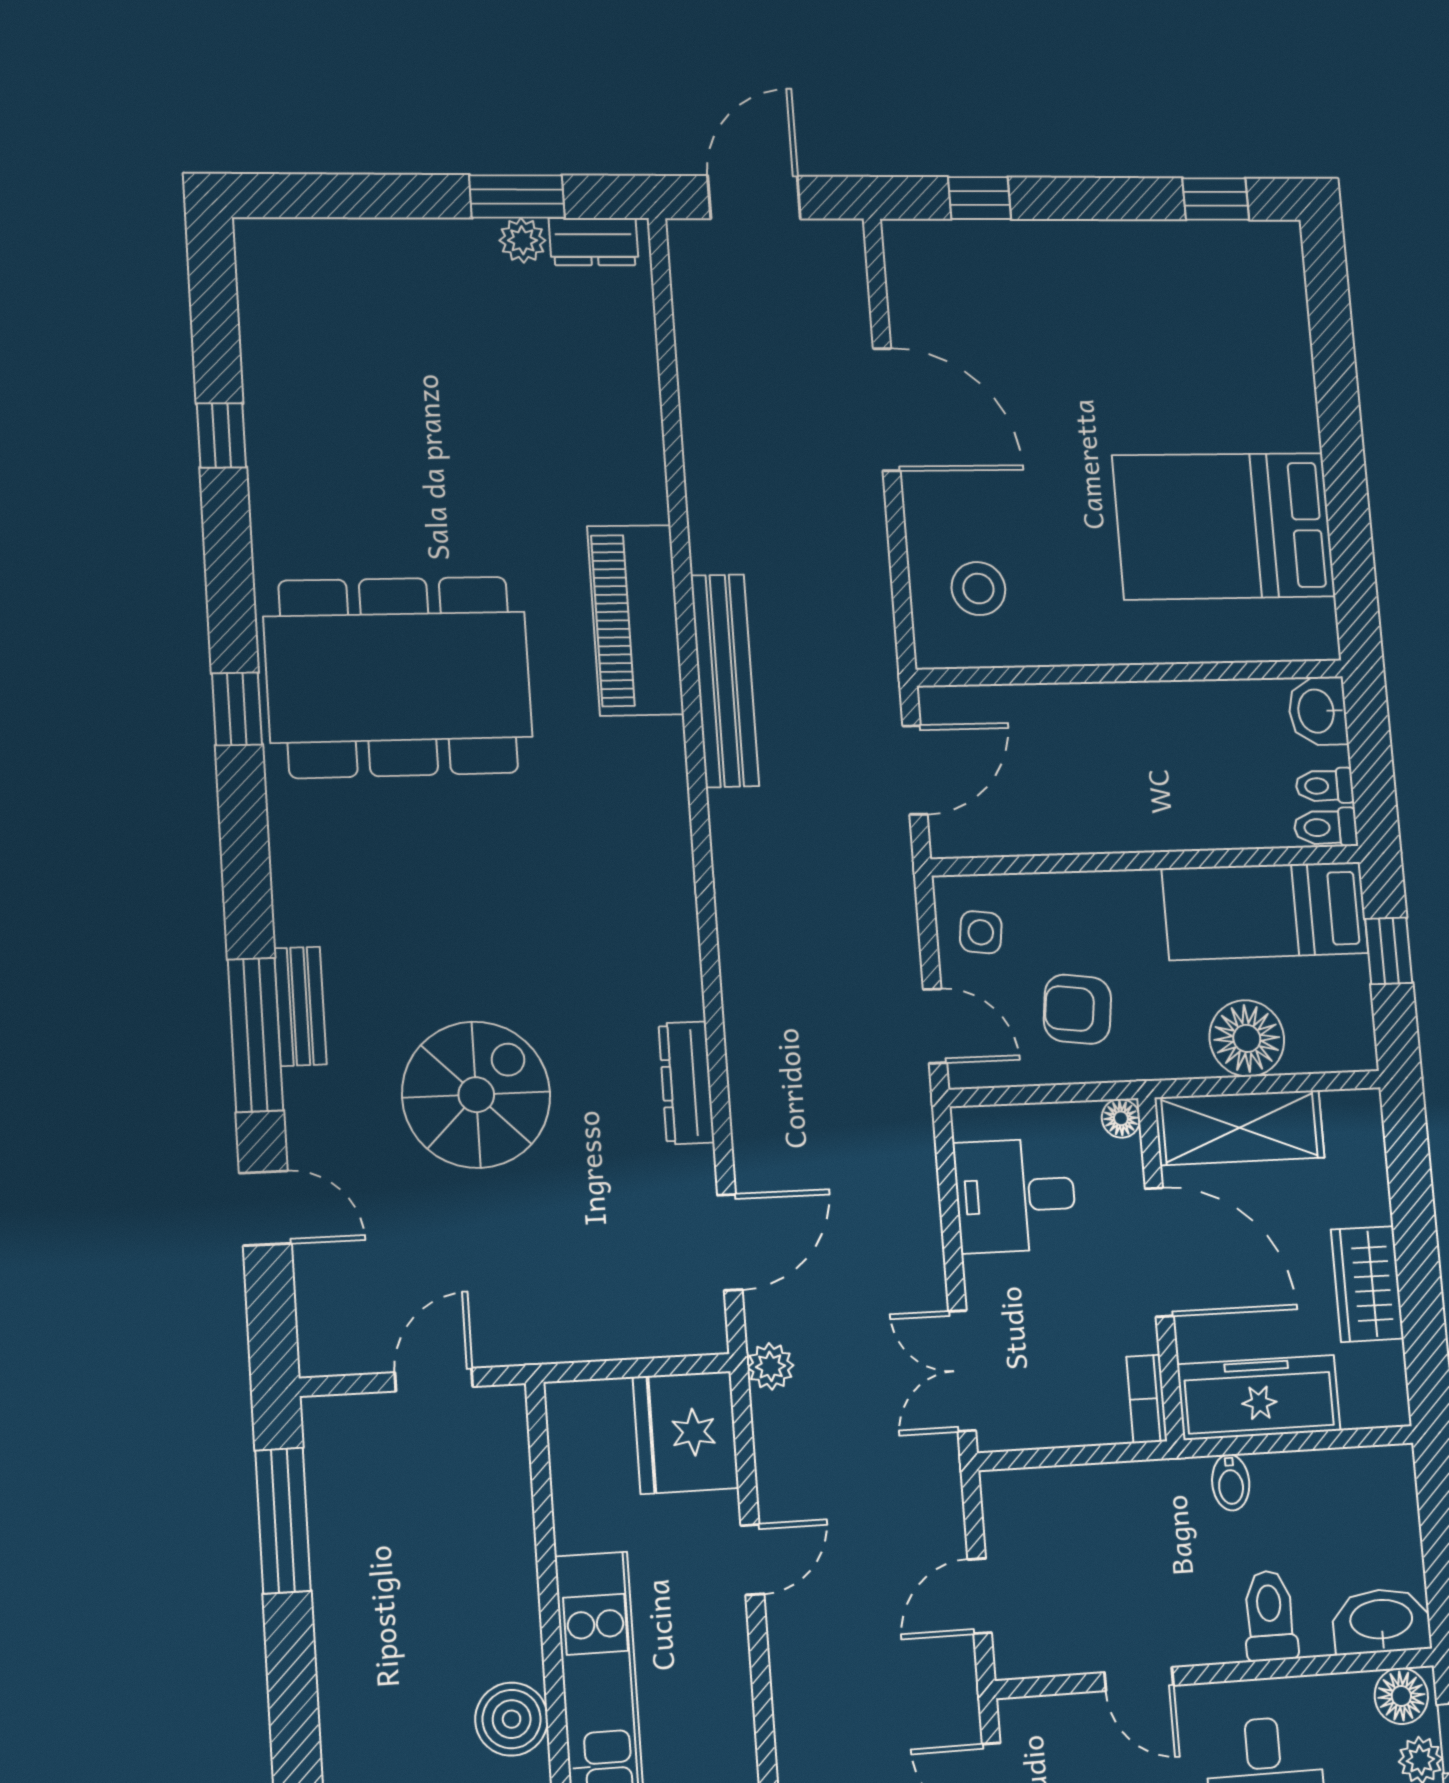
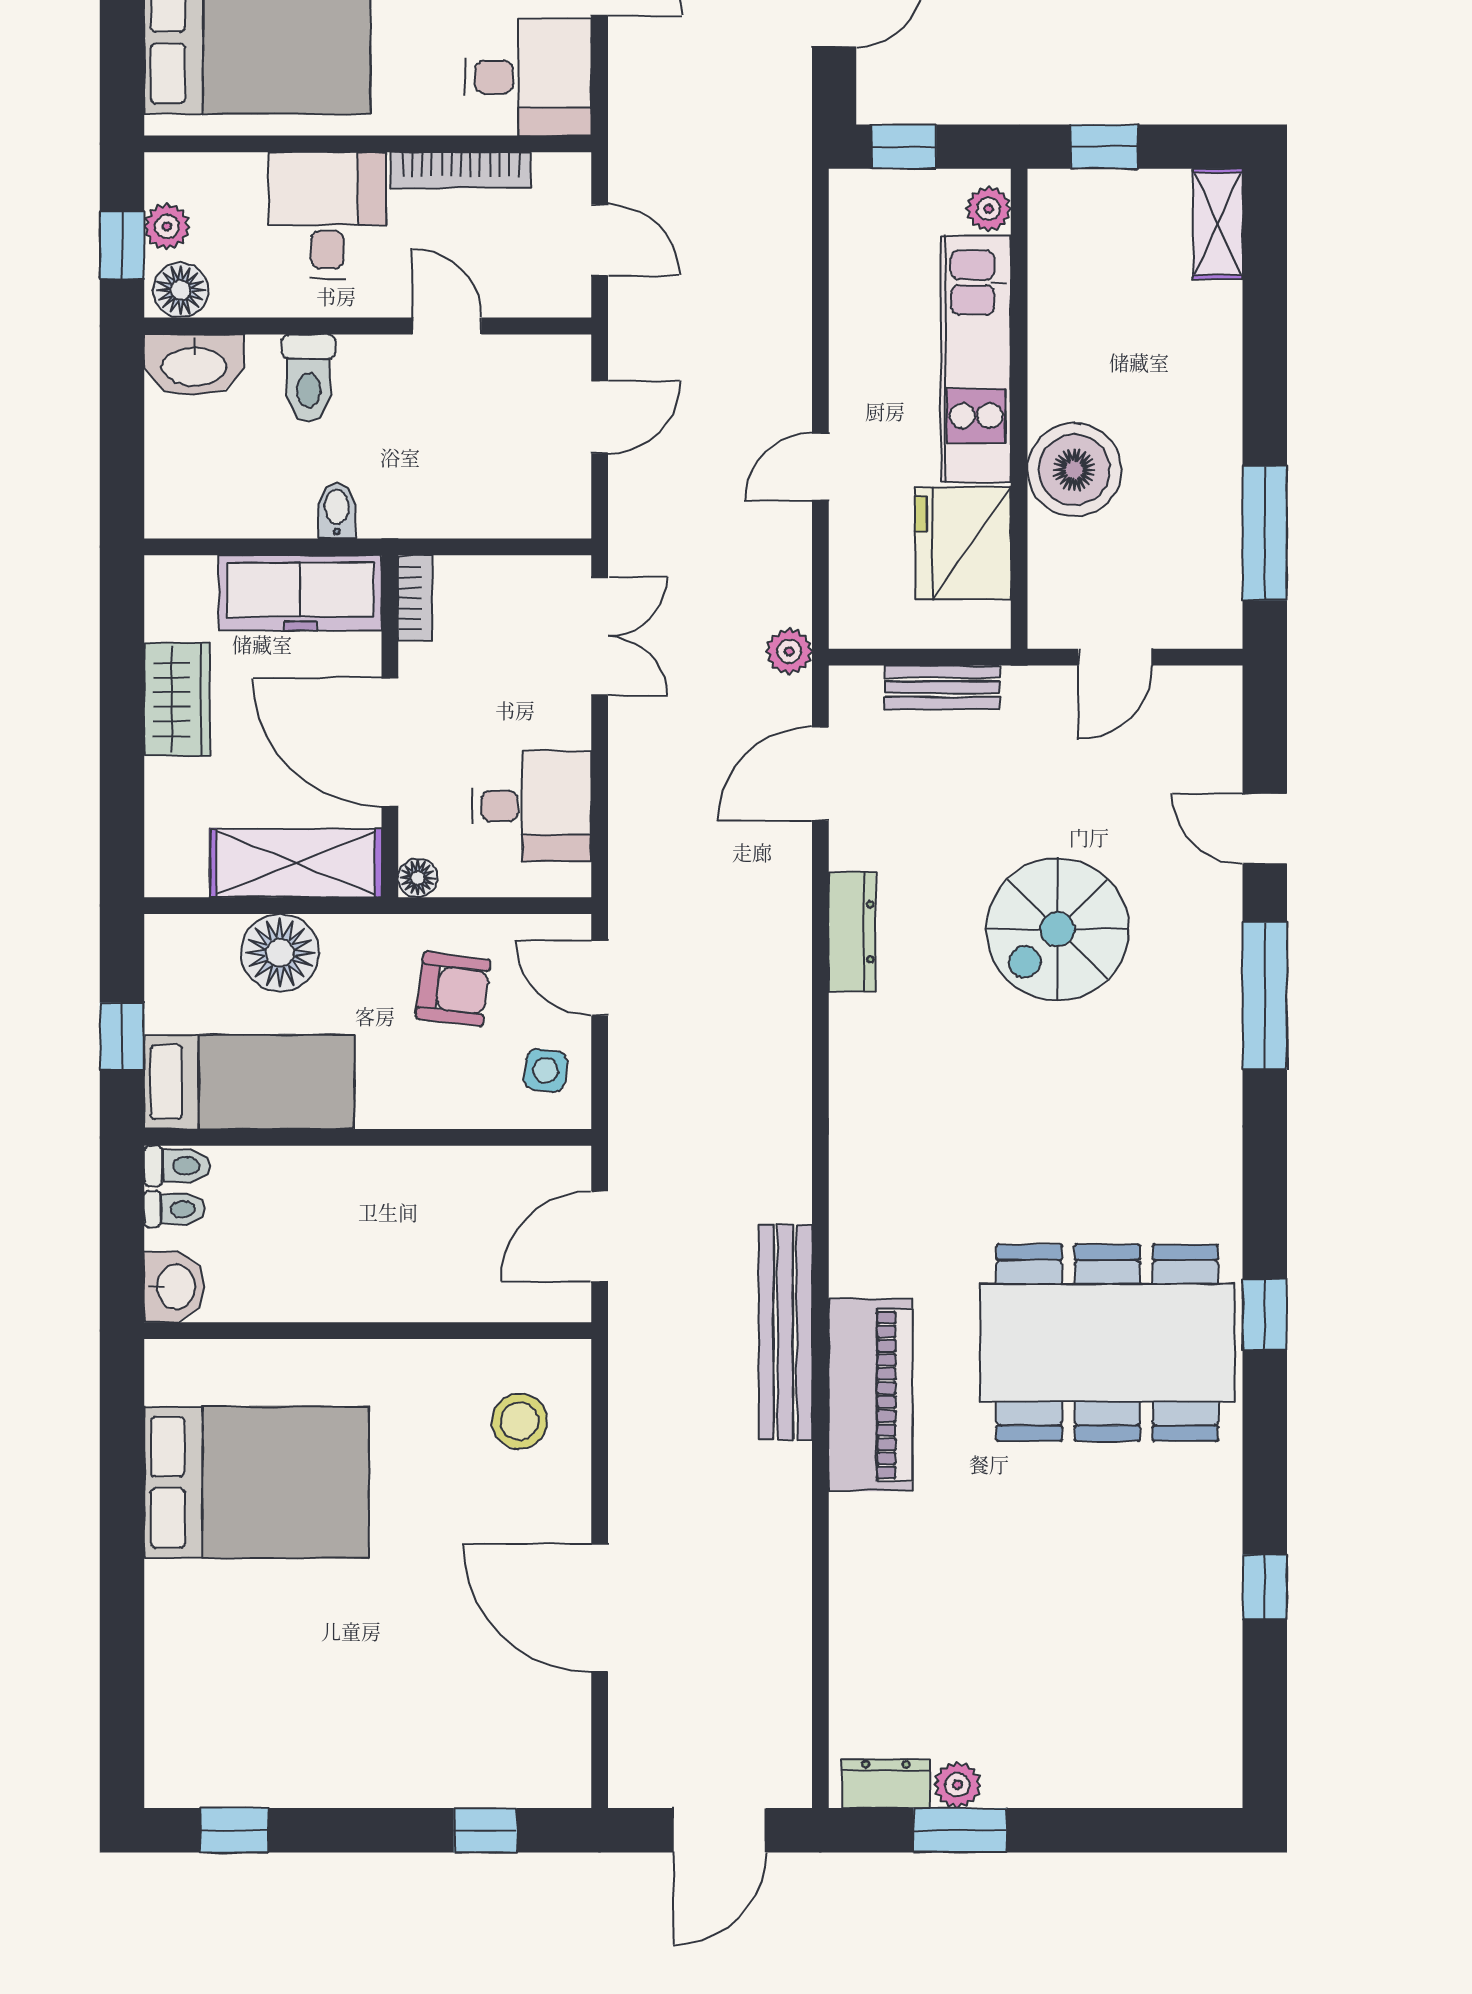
bench: (300, 1006) -> (942, 687), moved, turned 90
fridge: (686, 1433) -> (963, 543), moved, turned 180
boiler: (512, 1719) -> (1074, 470), moved, width x1.37, depth x1.37

